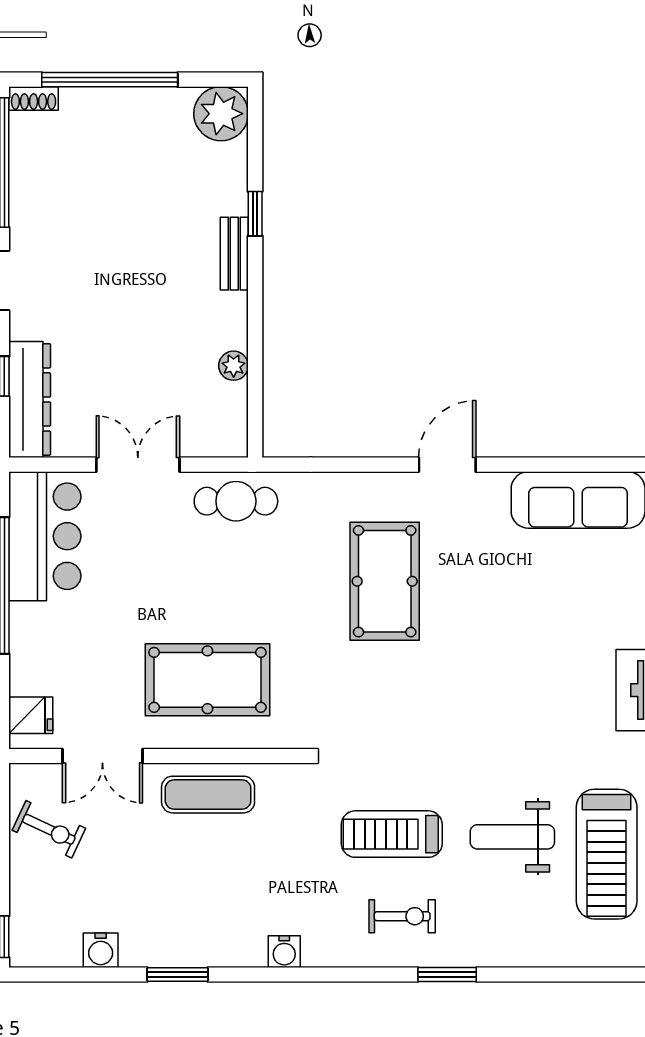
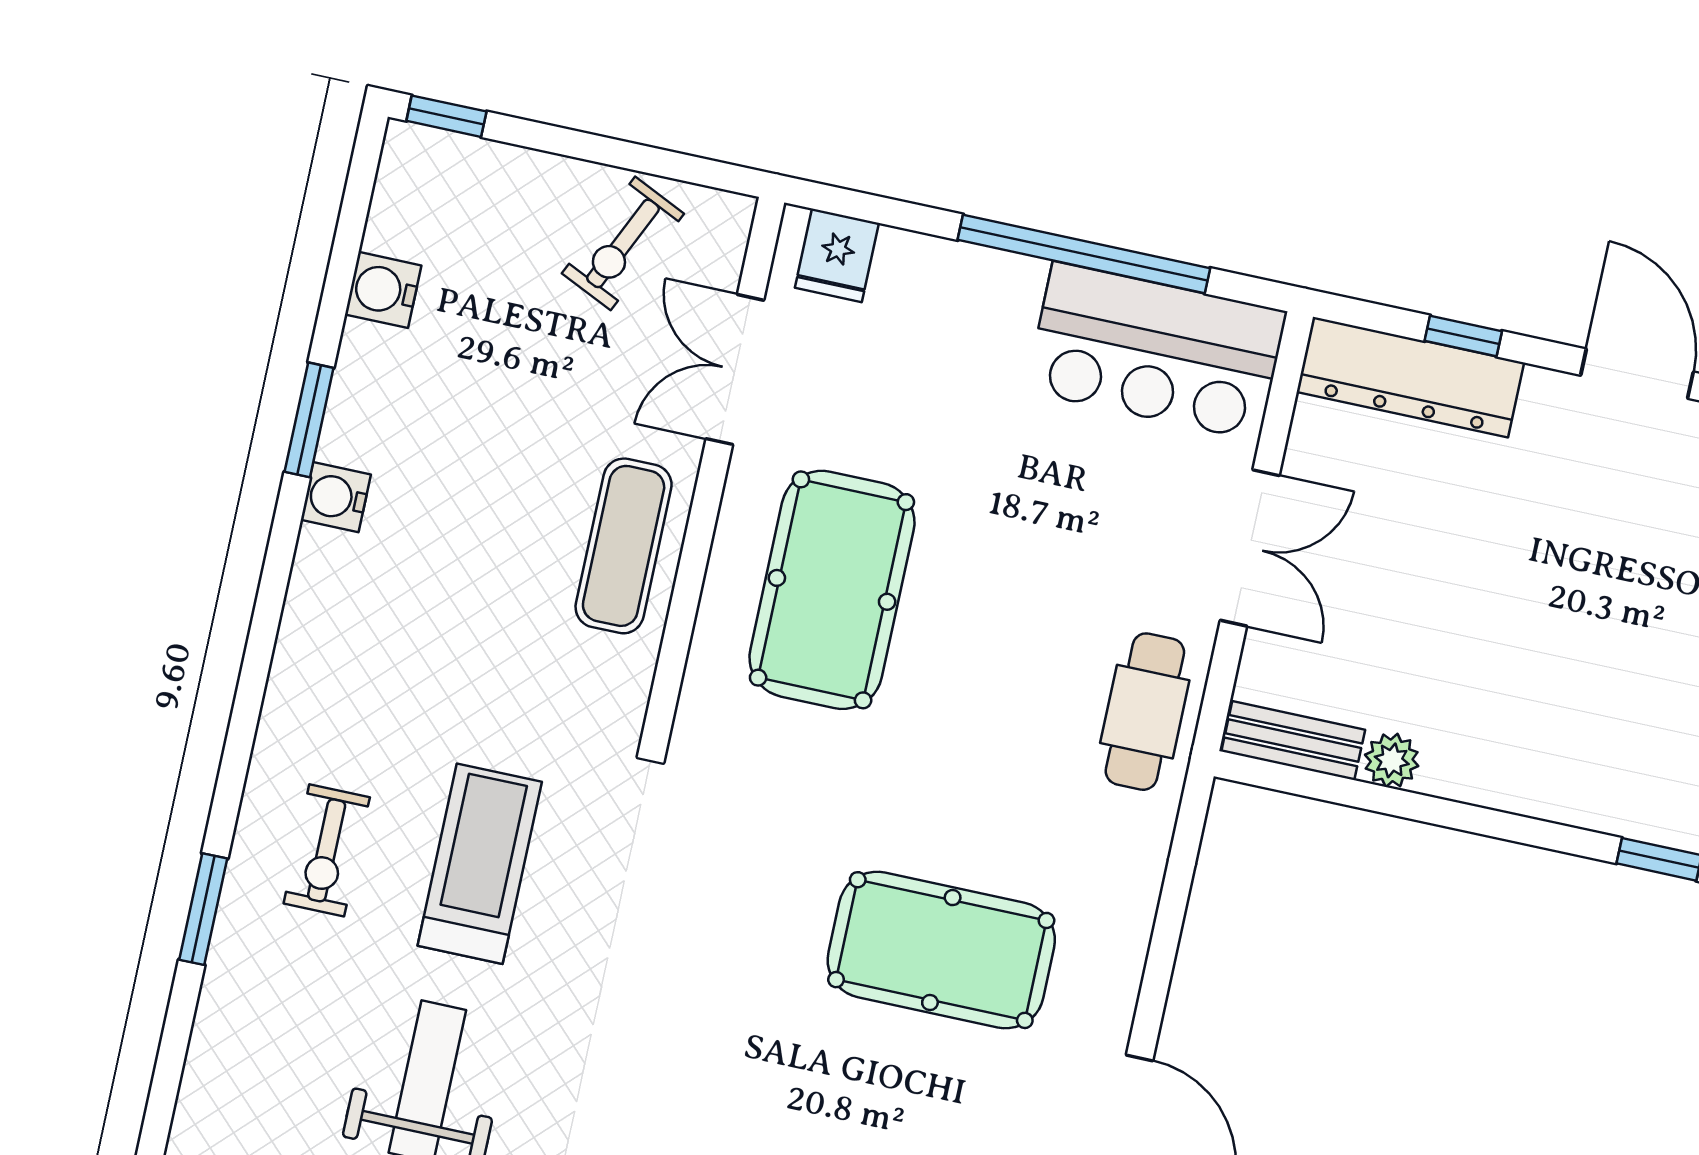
bench: (234, 254) -> (1293, 741), moved
water cooler: (284, 952) -> (336, 497), moved

